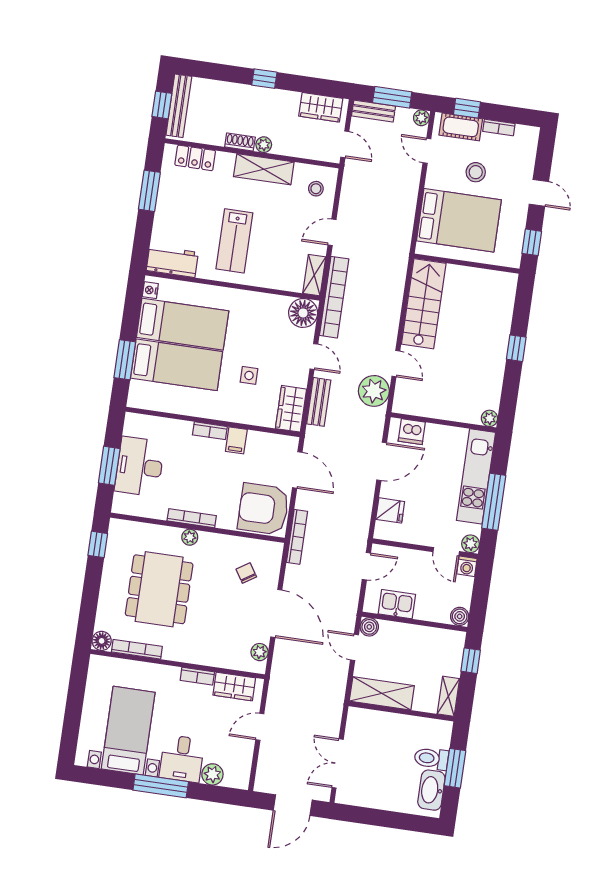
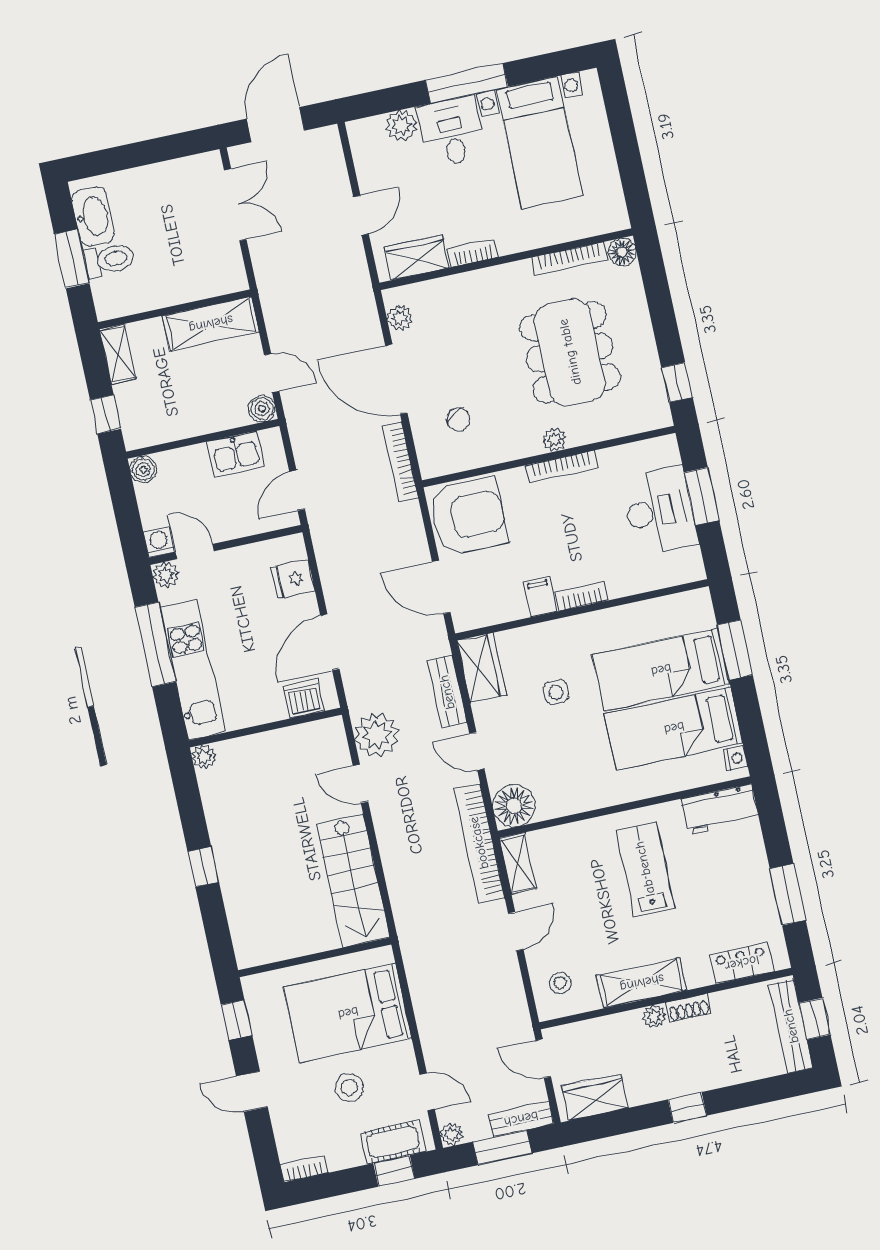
bookcase: (499, 127) -> (304, 1169), moved
bookcase: (297, 537) -> (400, 462), moved

